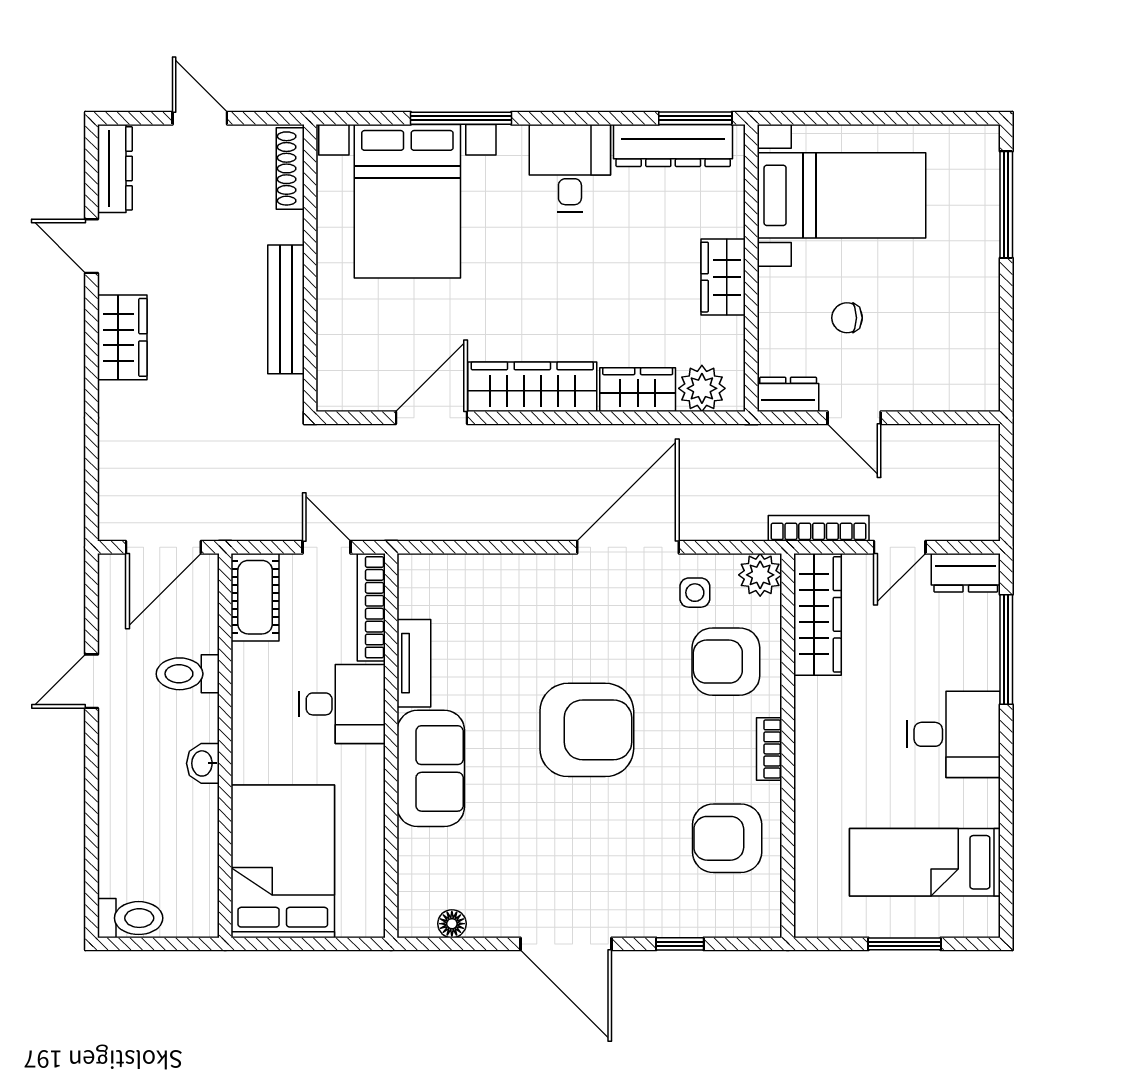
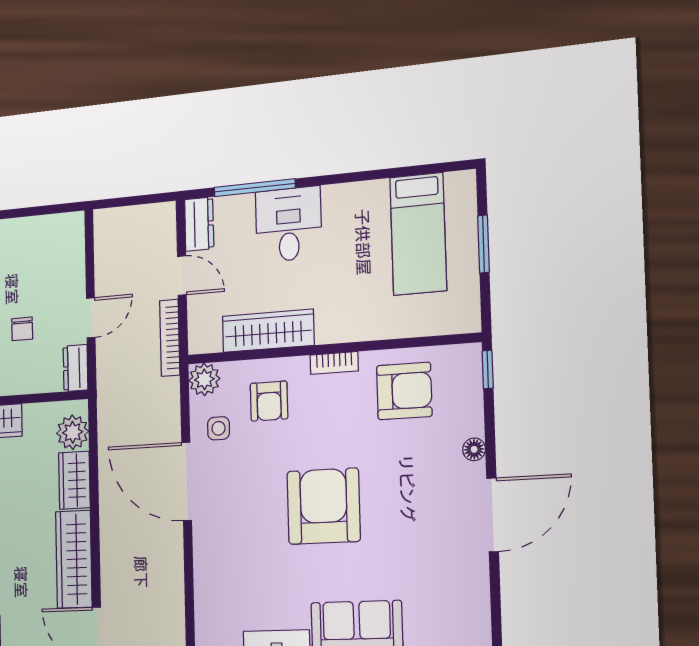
wardrobe: (817, 614) -> (268, 331), moved
armchair: (726, 662) -> (269, 401), width x0.72, depth x0.72
desk: (953, 734) -> (289, 224), moved
armchair: (727, 838) -> (404, 391), turned -90
floor lamp: (452, 924) -> (474, 449), moved
window: (680, 944) -> (488, 369), moved

